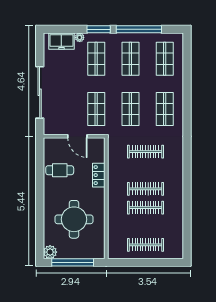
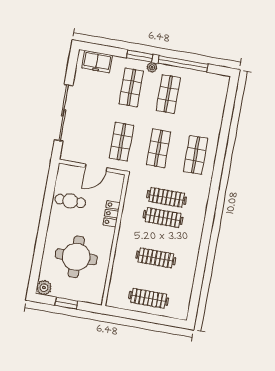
plant: (80, 37) -> (152, 67), moved
shop shelf: (165, 59) -> (205, 101), removed
door: (77, 136) -> (96, 168), hinge flipped
clothes rail: (146, 189) -> (163, 218), moved
window: (73, 262) -> (66, 303), width x0.47

